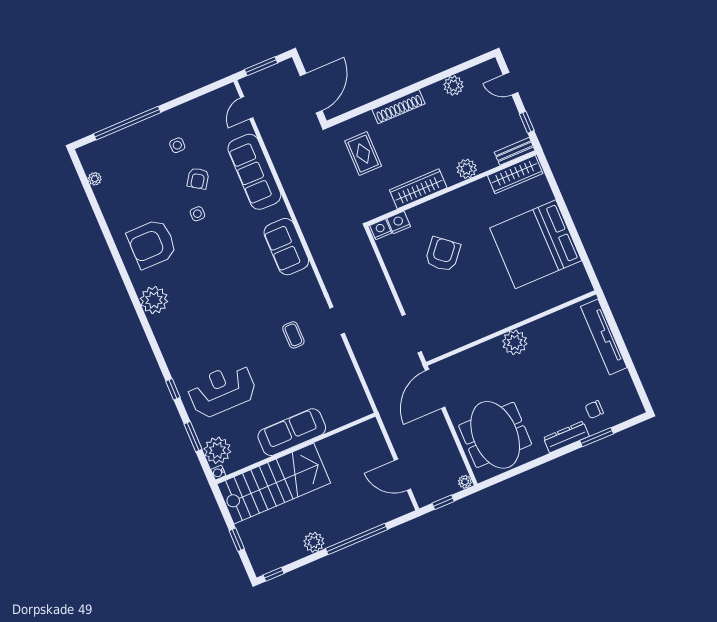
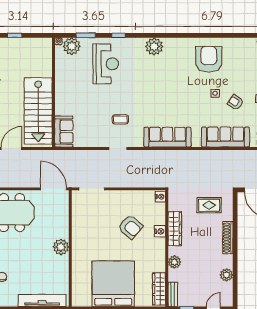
nightstand: (399, 222) -> (160, 231), moved
sofa: (286, 247) -> (167, 137), width x1.36
plant: (154, 300) -> (154, 46), moved
sofa: (292, 432) -> (64, 132), moved, width x0.73
stairs: (274, 484) -> (38, 111), moved

